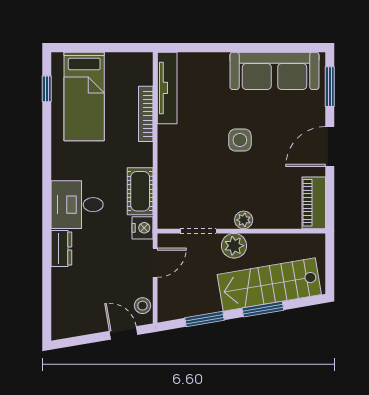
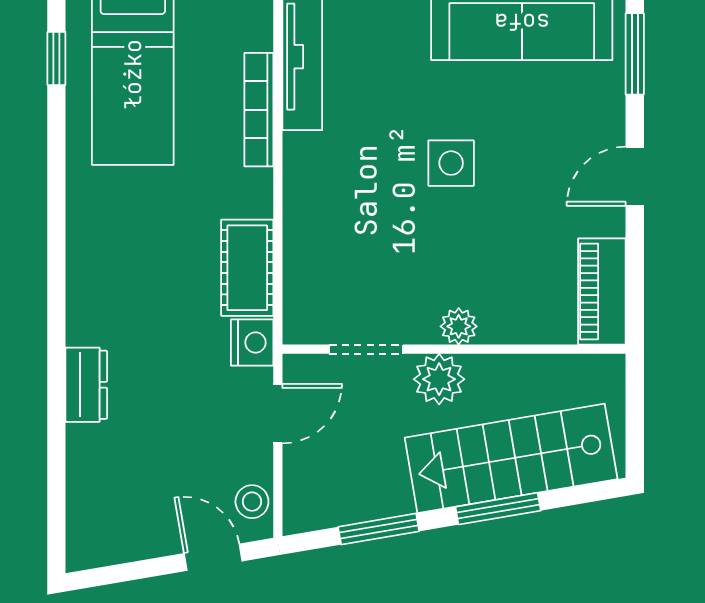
door: (330, 146) -> (635, 176), width x0.73
desk: (77, 205) -> (118, 295), removed

